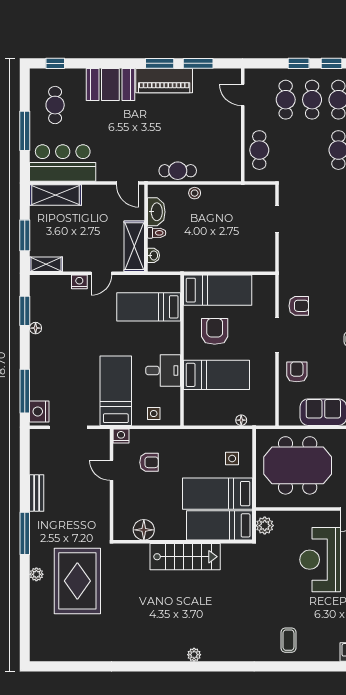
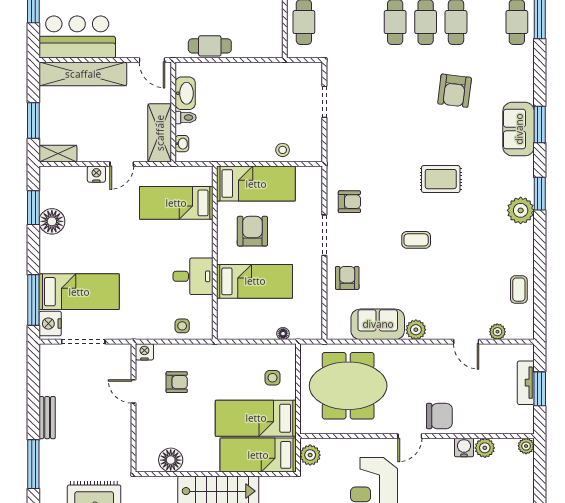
stool: (195, 193) -> (283, 150), moved
shelving: (56, 195) -> (83, 74), width x1.47
floor lamp: (36, 328) -> (52, 221), width x1.89, depth x1.89
bed: (116, 391) -> (79, 292), moved, turned 90

